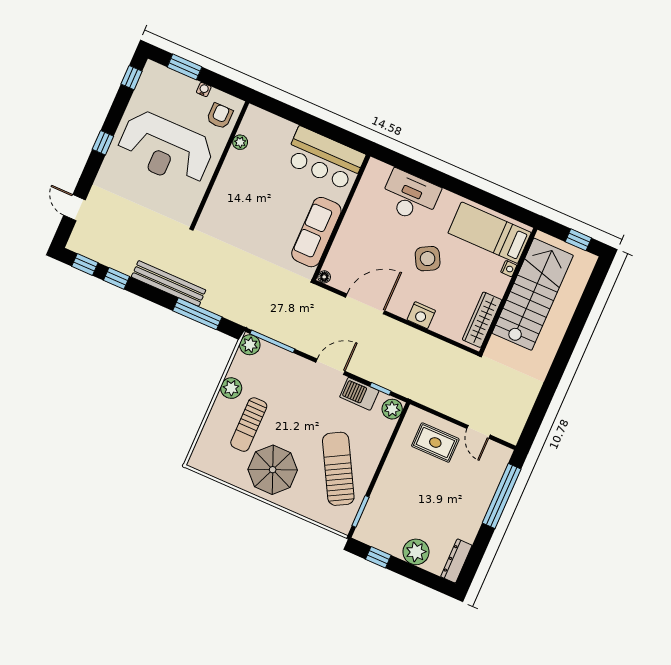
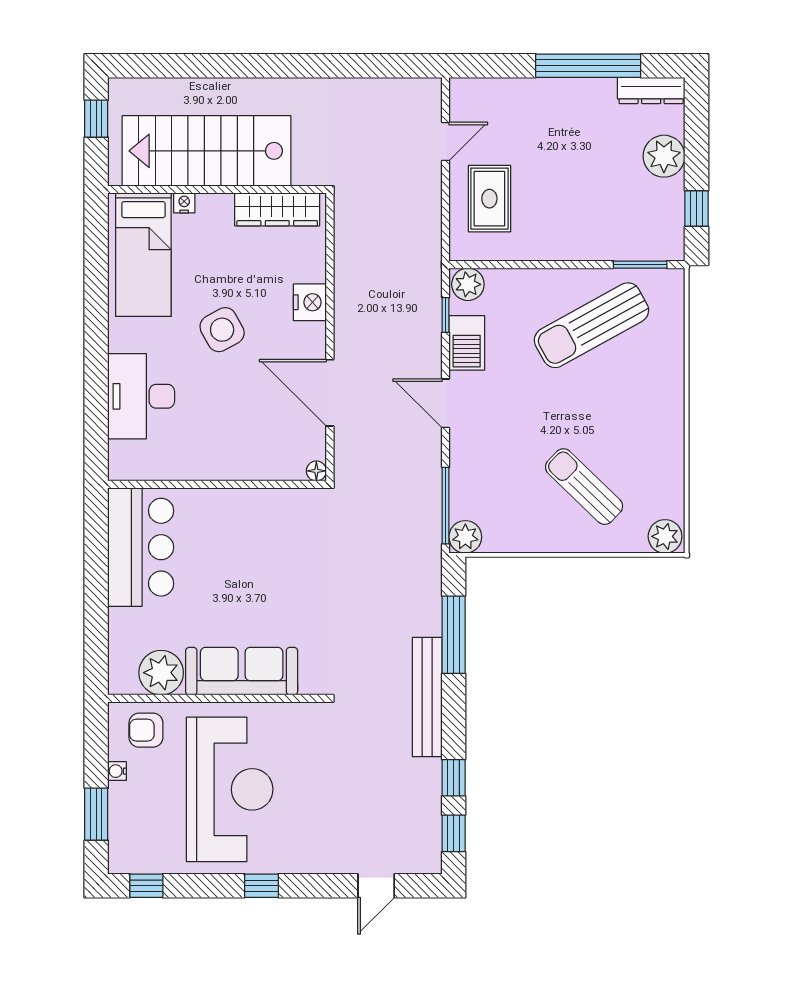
plant: (240, 142) -> (161, 673), width x1.88, depth x1.88
sofa: (316, 232) -> (242, 671), moved, turned 180
plant: (231, 388) -> (665, 536), moved
sun lounger: (249, 425) -> (584, 487), turned -136
parasol: (273, 470) -> (635, 422), removed
window: (502, 496) -> (588, 66), moved

